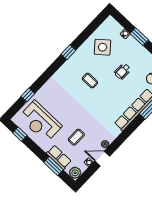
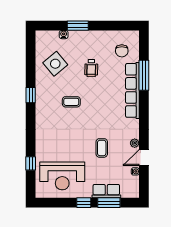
window: (20, 134) -> (84, 203), moved
coffee table: (76, 137) -> (102, 148), moved
plant: (75, 173) -> (132, 191), removed

